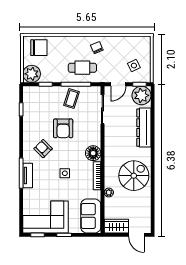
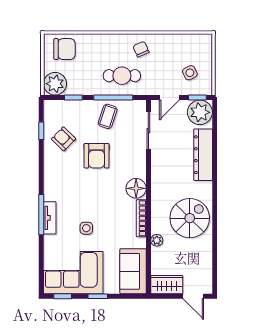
armchair: (43, 149) -> (64, 139), moved
side table: (65, 173) -> (86, 228), moved

